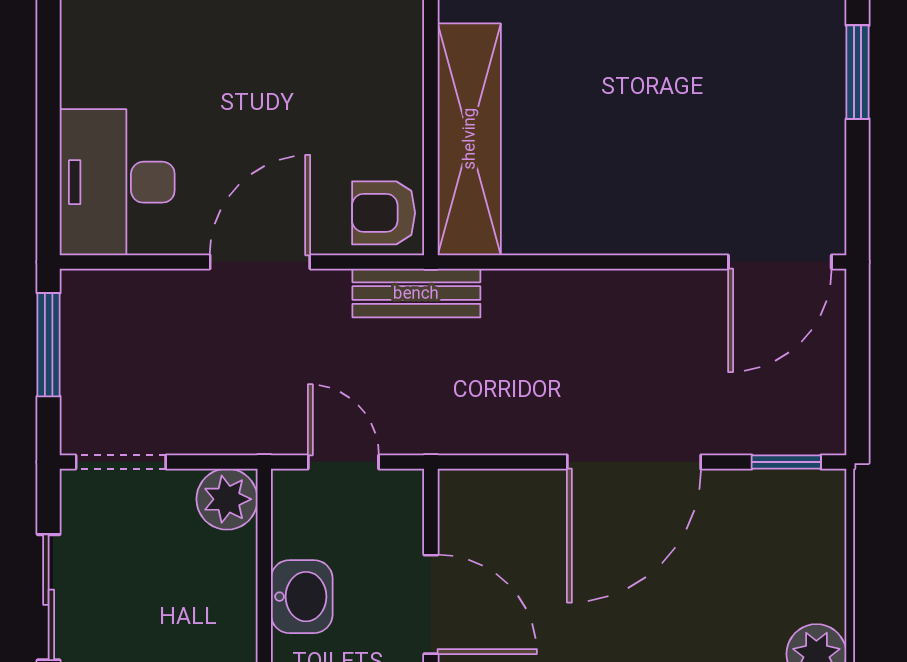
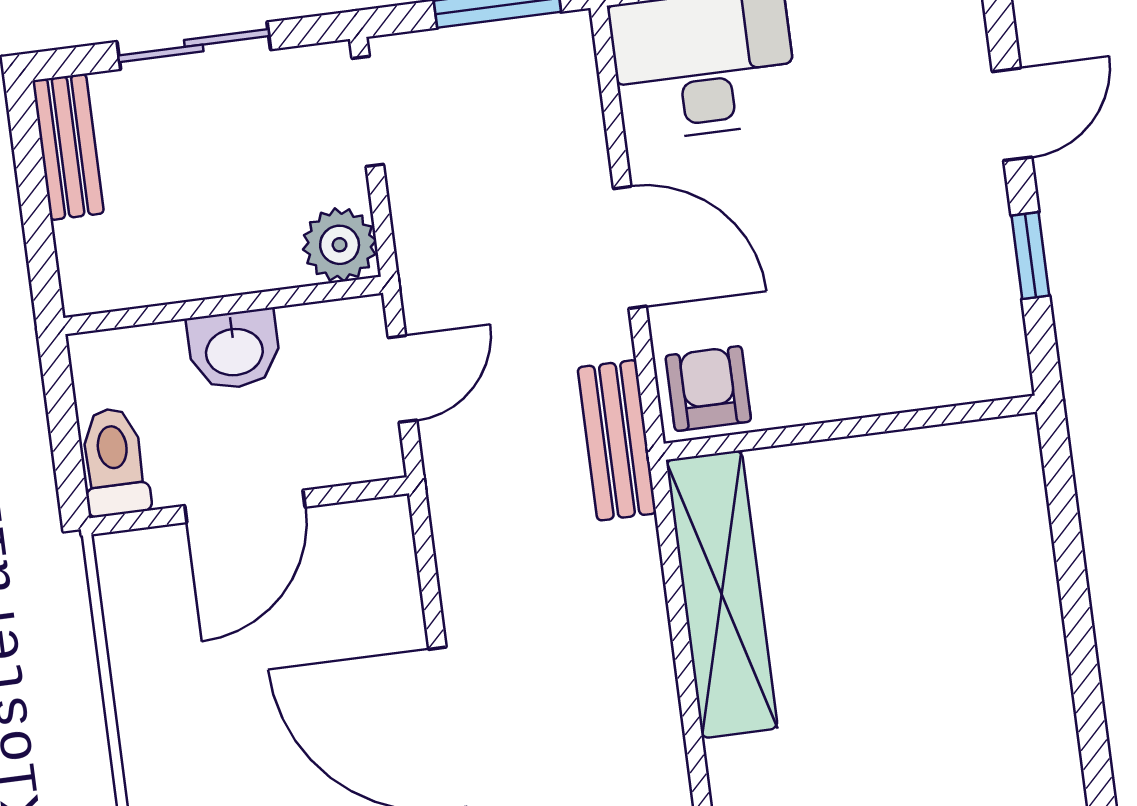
shelving: (469, 139) -> (722, 594), moved, turned 90

